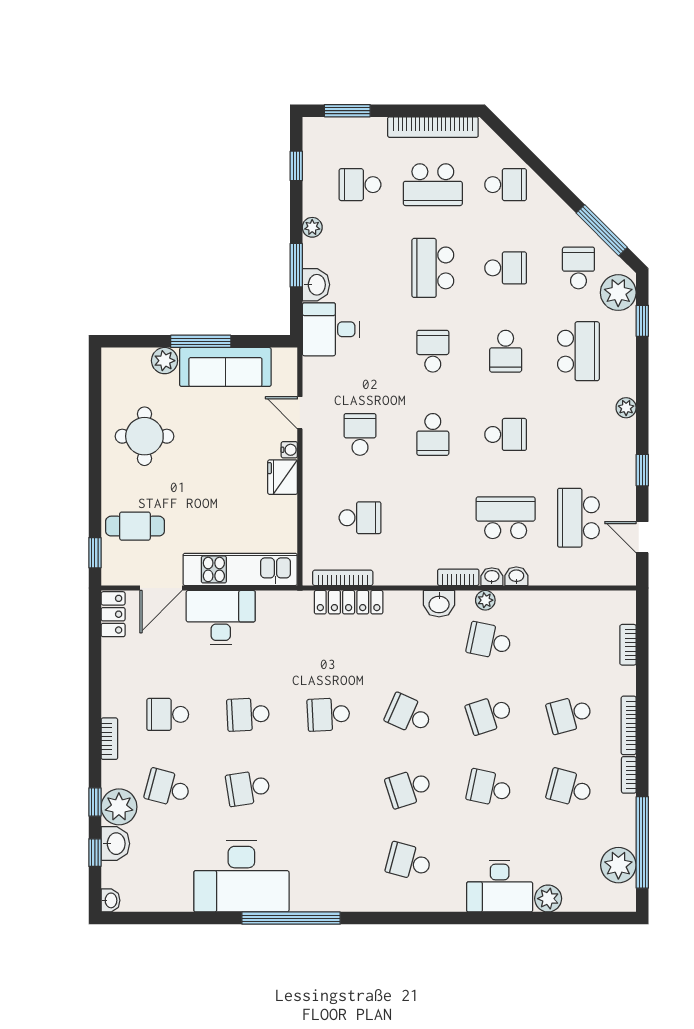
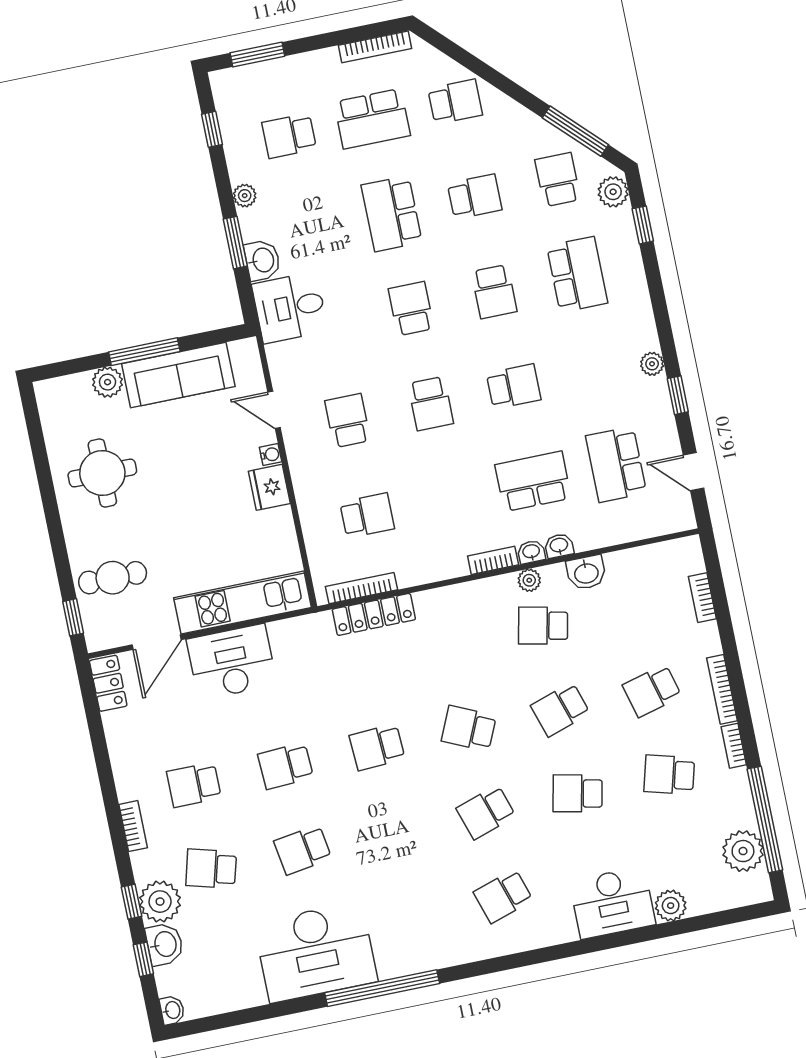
bookcase: (433, 127) -> (375, 47), width x0.68, depth x0.76
plant: (618, 293) -> (613, 192), width x0.73, depth x0.73
plant: (626, 408) -> (652, 364), moved
washbasin: (439, 604) -> (586, 573), moved
school desk: (409, 862) -> (503, 896), turned -33

